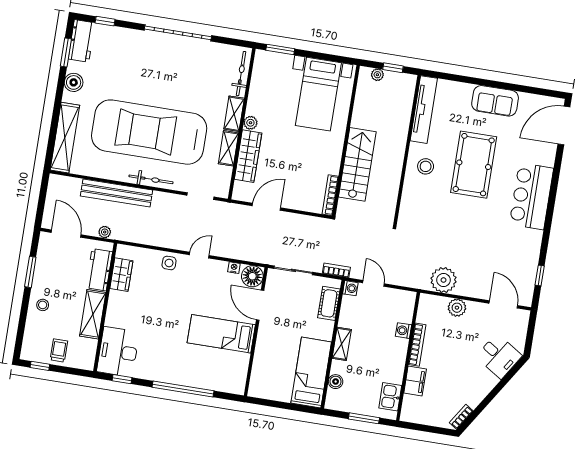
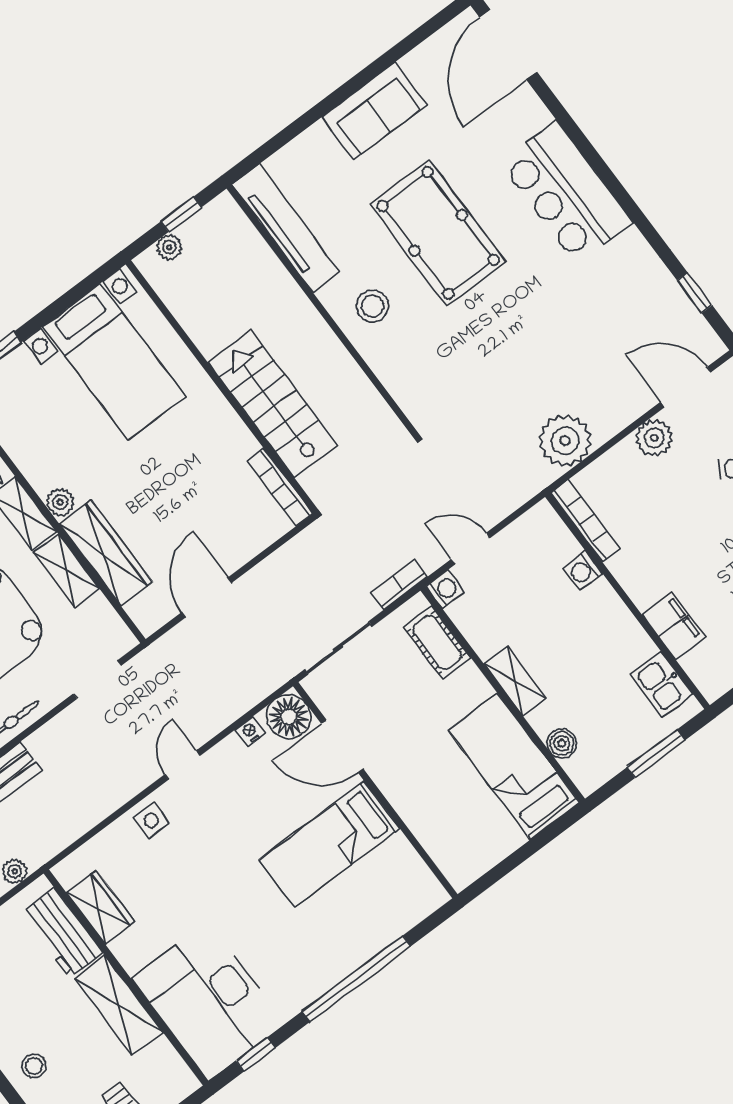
plant: (457, 308) -> (654, 438), moved
bookcase: (417, 345) -> (585, 521), moved
desk: (118, 352) -> (208, 1001), width x1.36, depth x1.30

